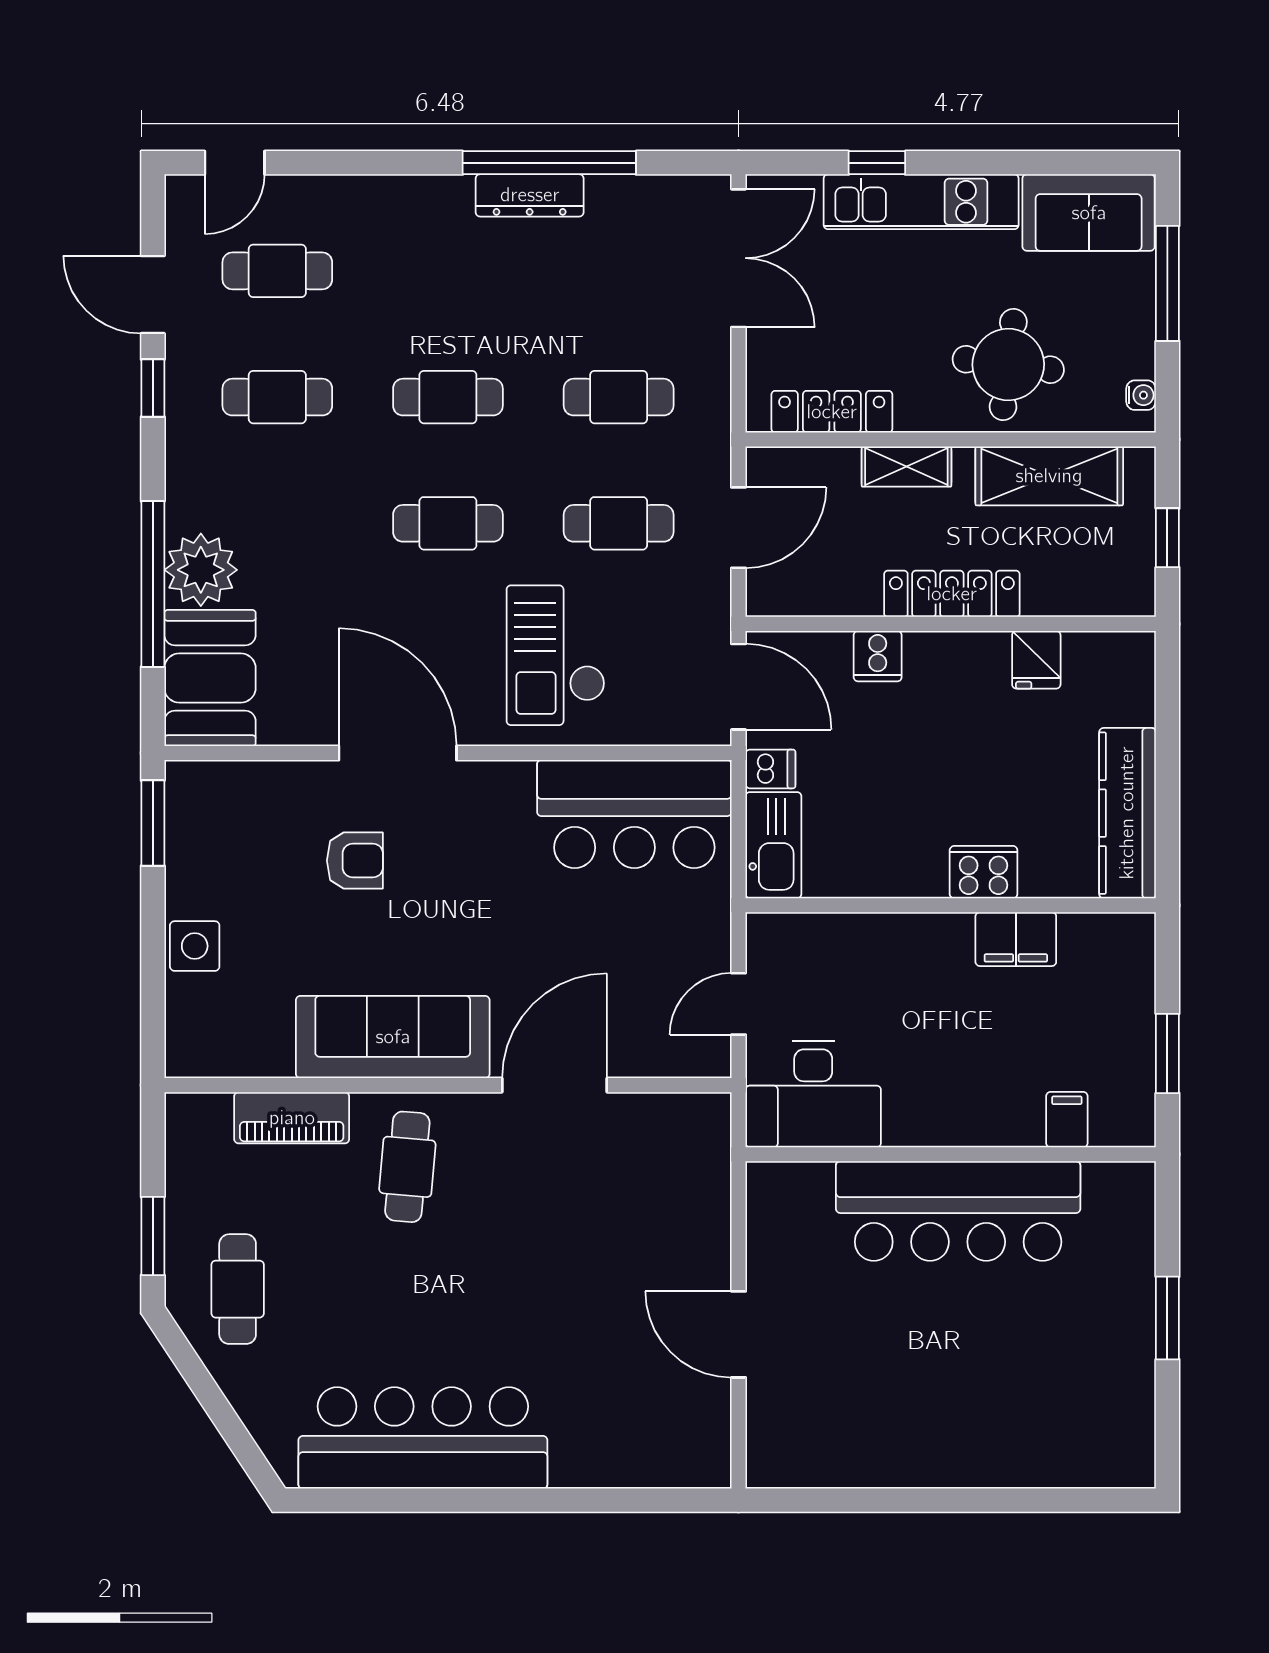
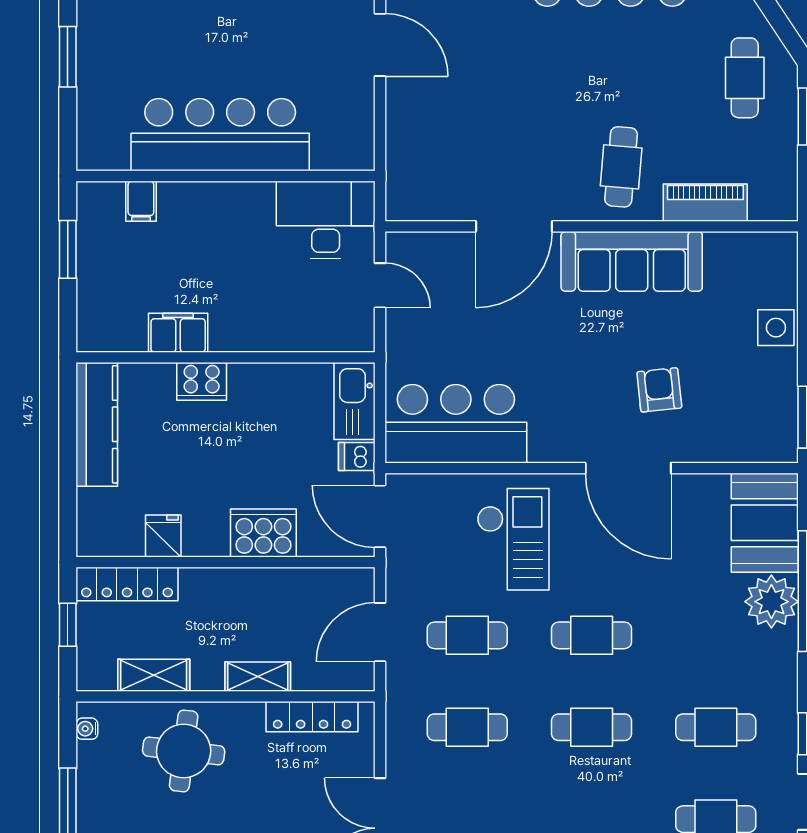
shelving: (1049, 476) -> (154, 675), width x0.67, depth x0.75
locker: (952, 594) -> (127, 584), moved
cooker: (878, 656) -> (263, 533), width x1.87, depth x1.31
armchair: (355, 861) -> (659, 390), turned 84
door: (739, 1004) -> (380, 285), hinge flipped

